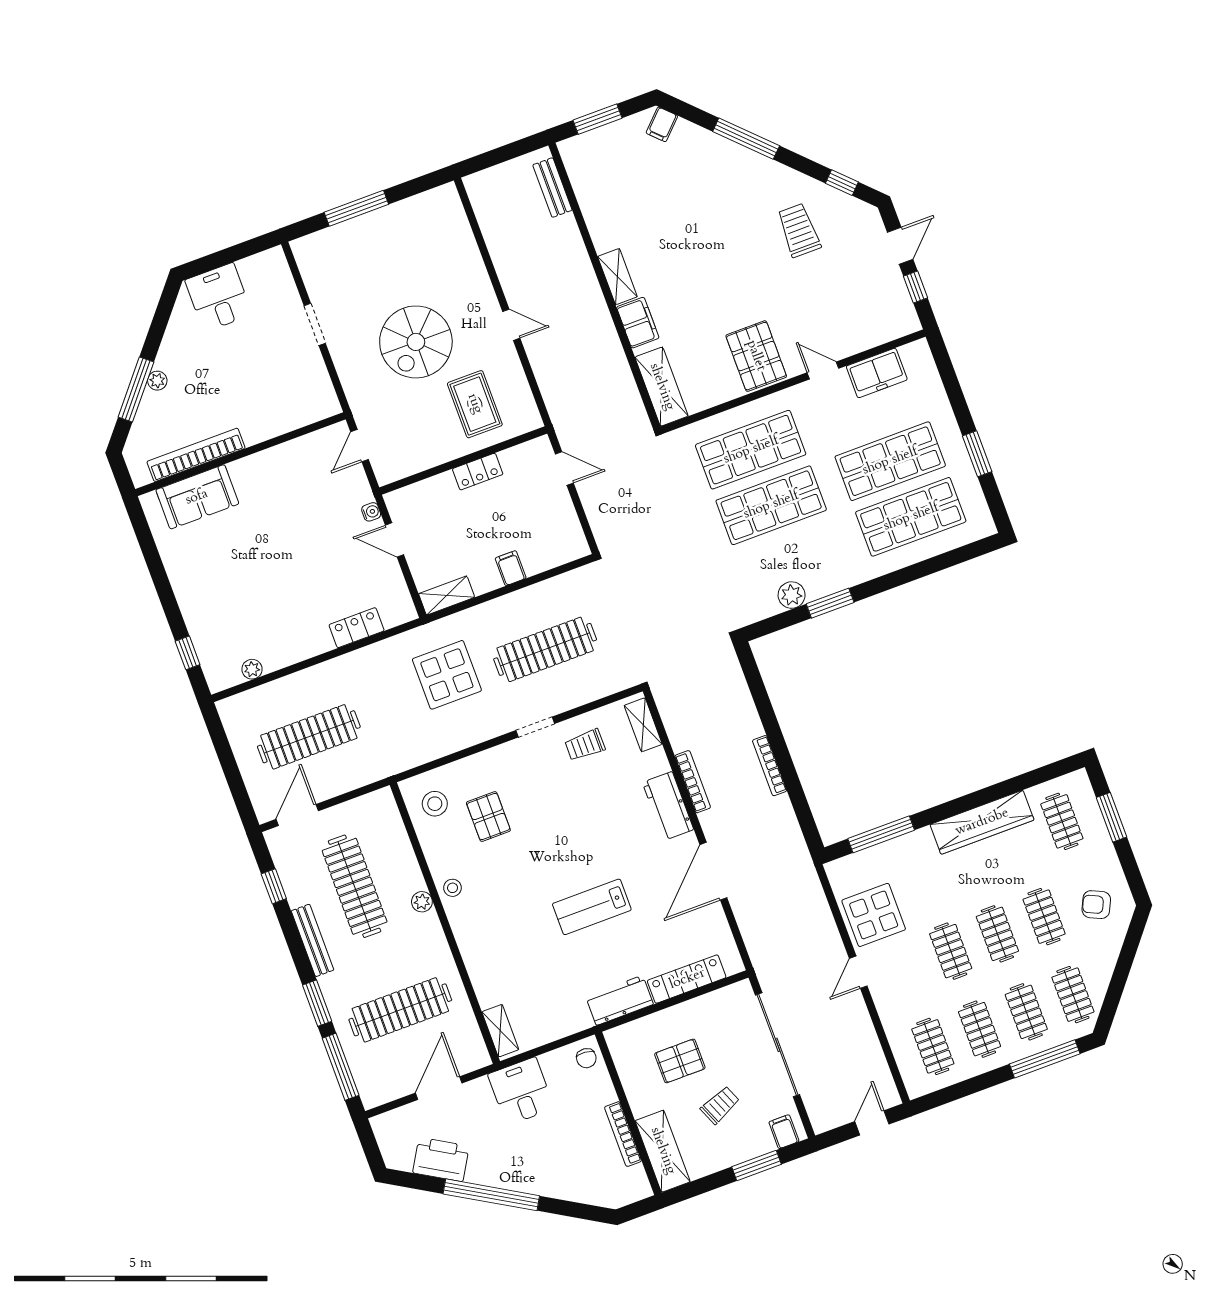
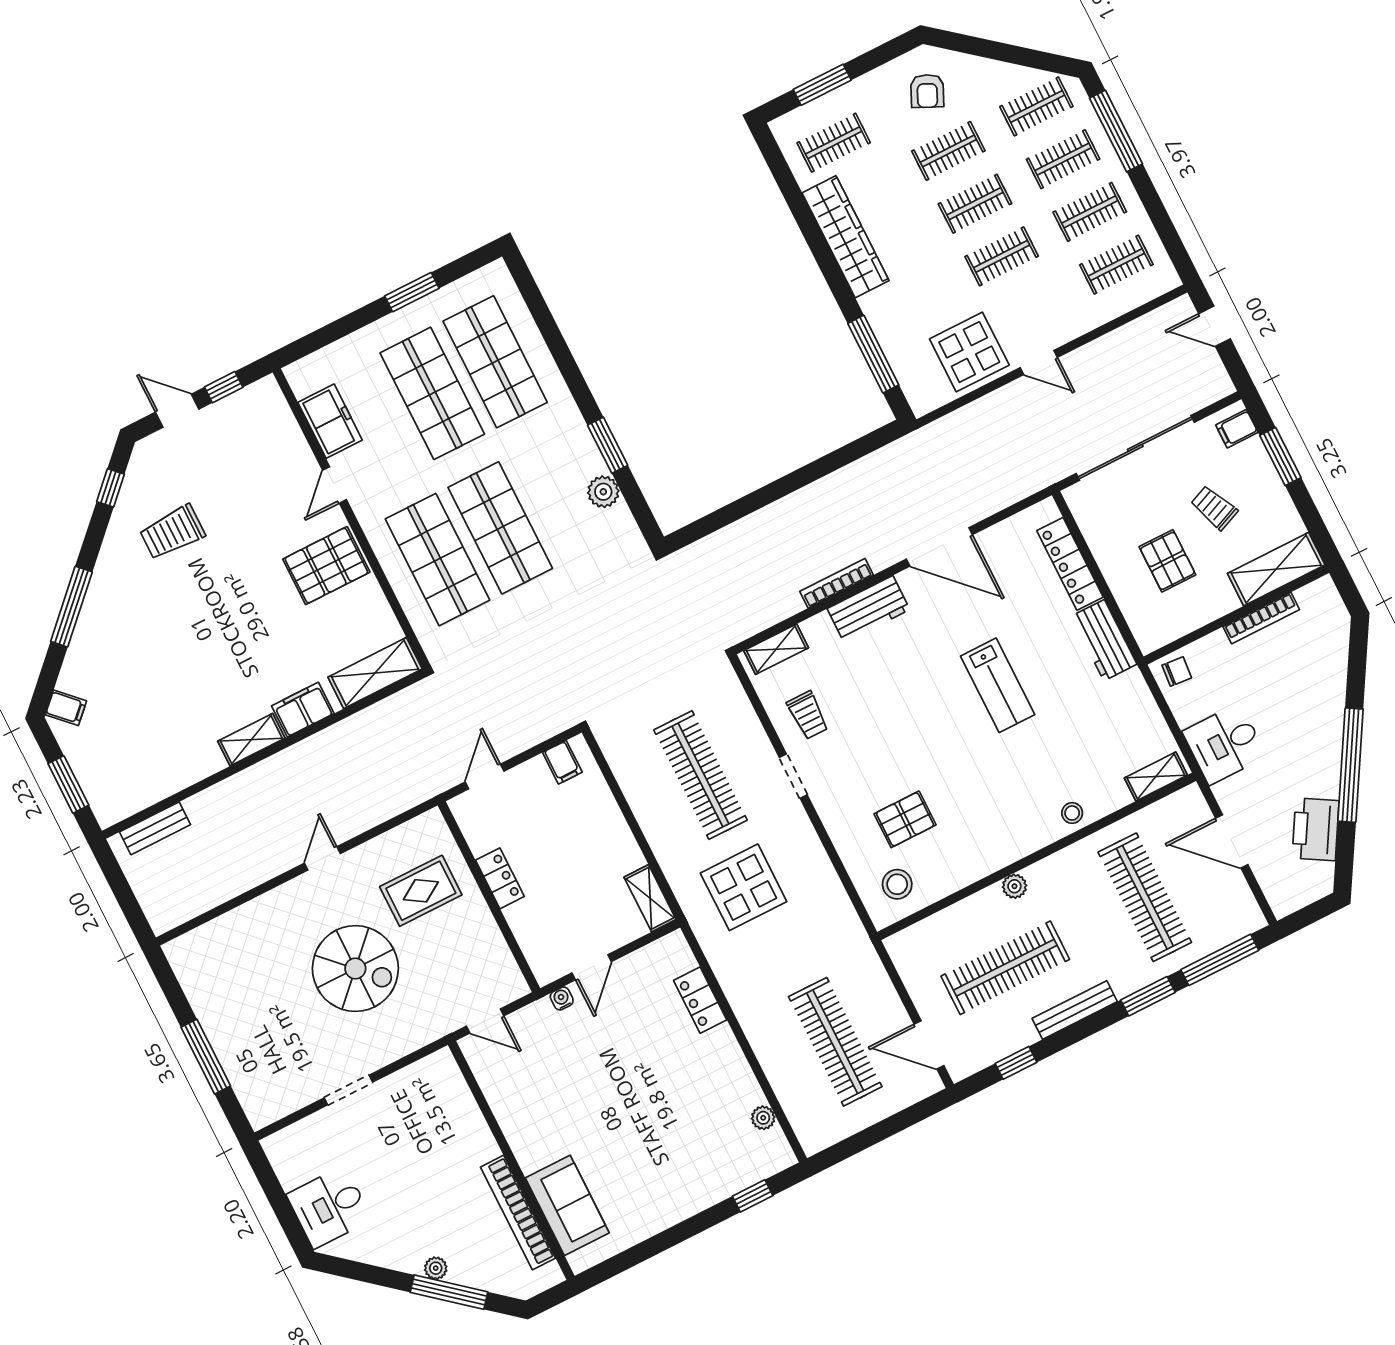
filing cabinet: (511, 568) -> (562, 762), moved, turned -90
bookcase: (770, 766) -> (807, 495), removed
stool: (453, 888) -> (1072, 813), moved

